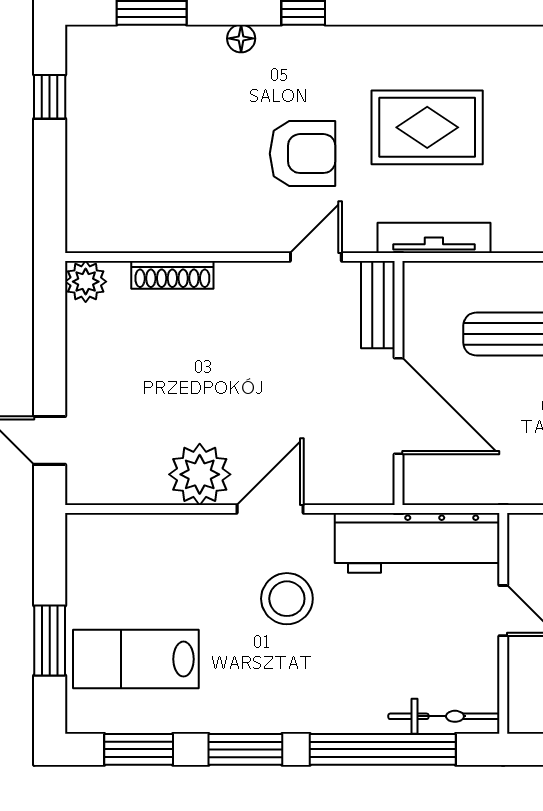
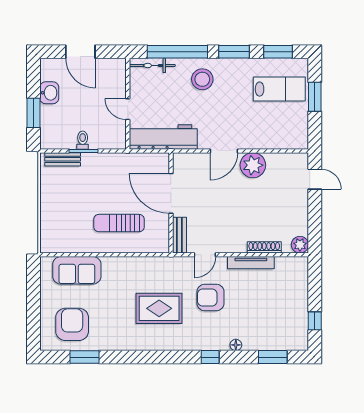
tv unit: (434, 238) -> (251, 263), moved
stool: (287, 599) -> (202, 79), moved

